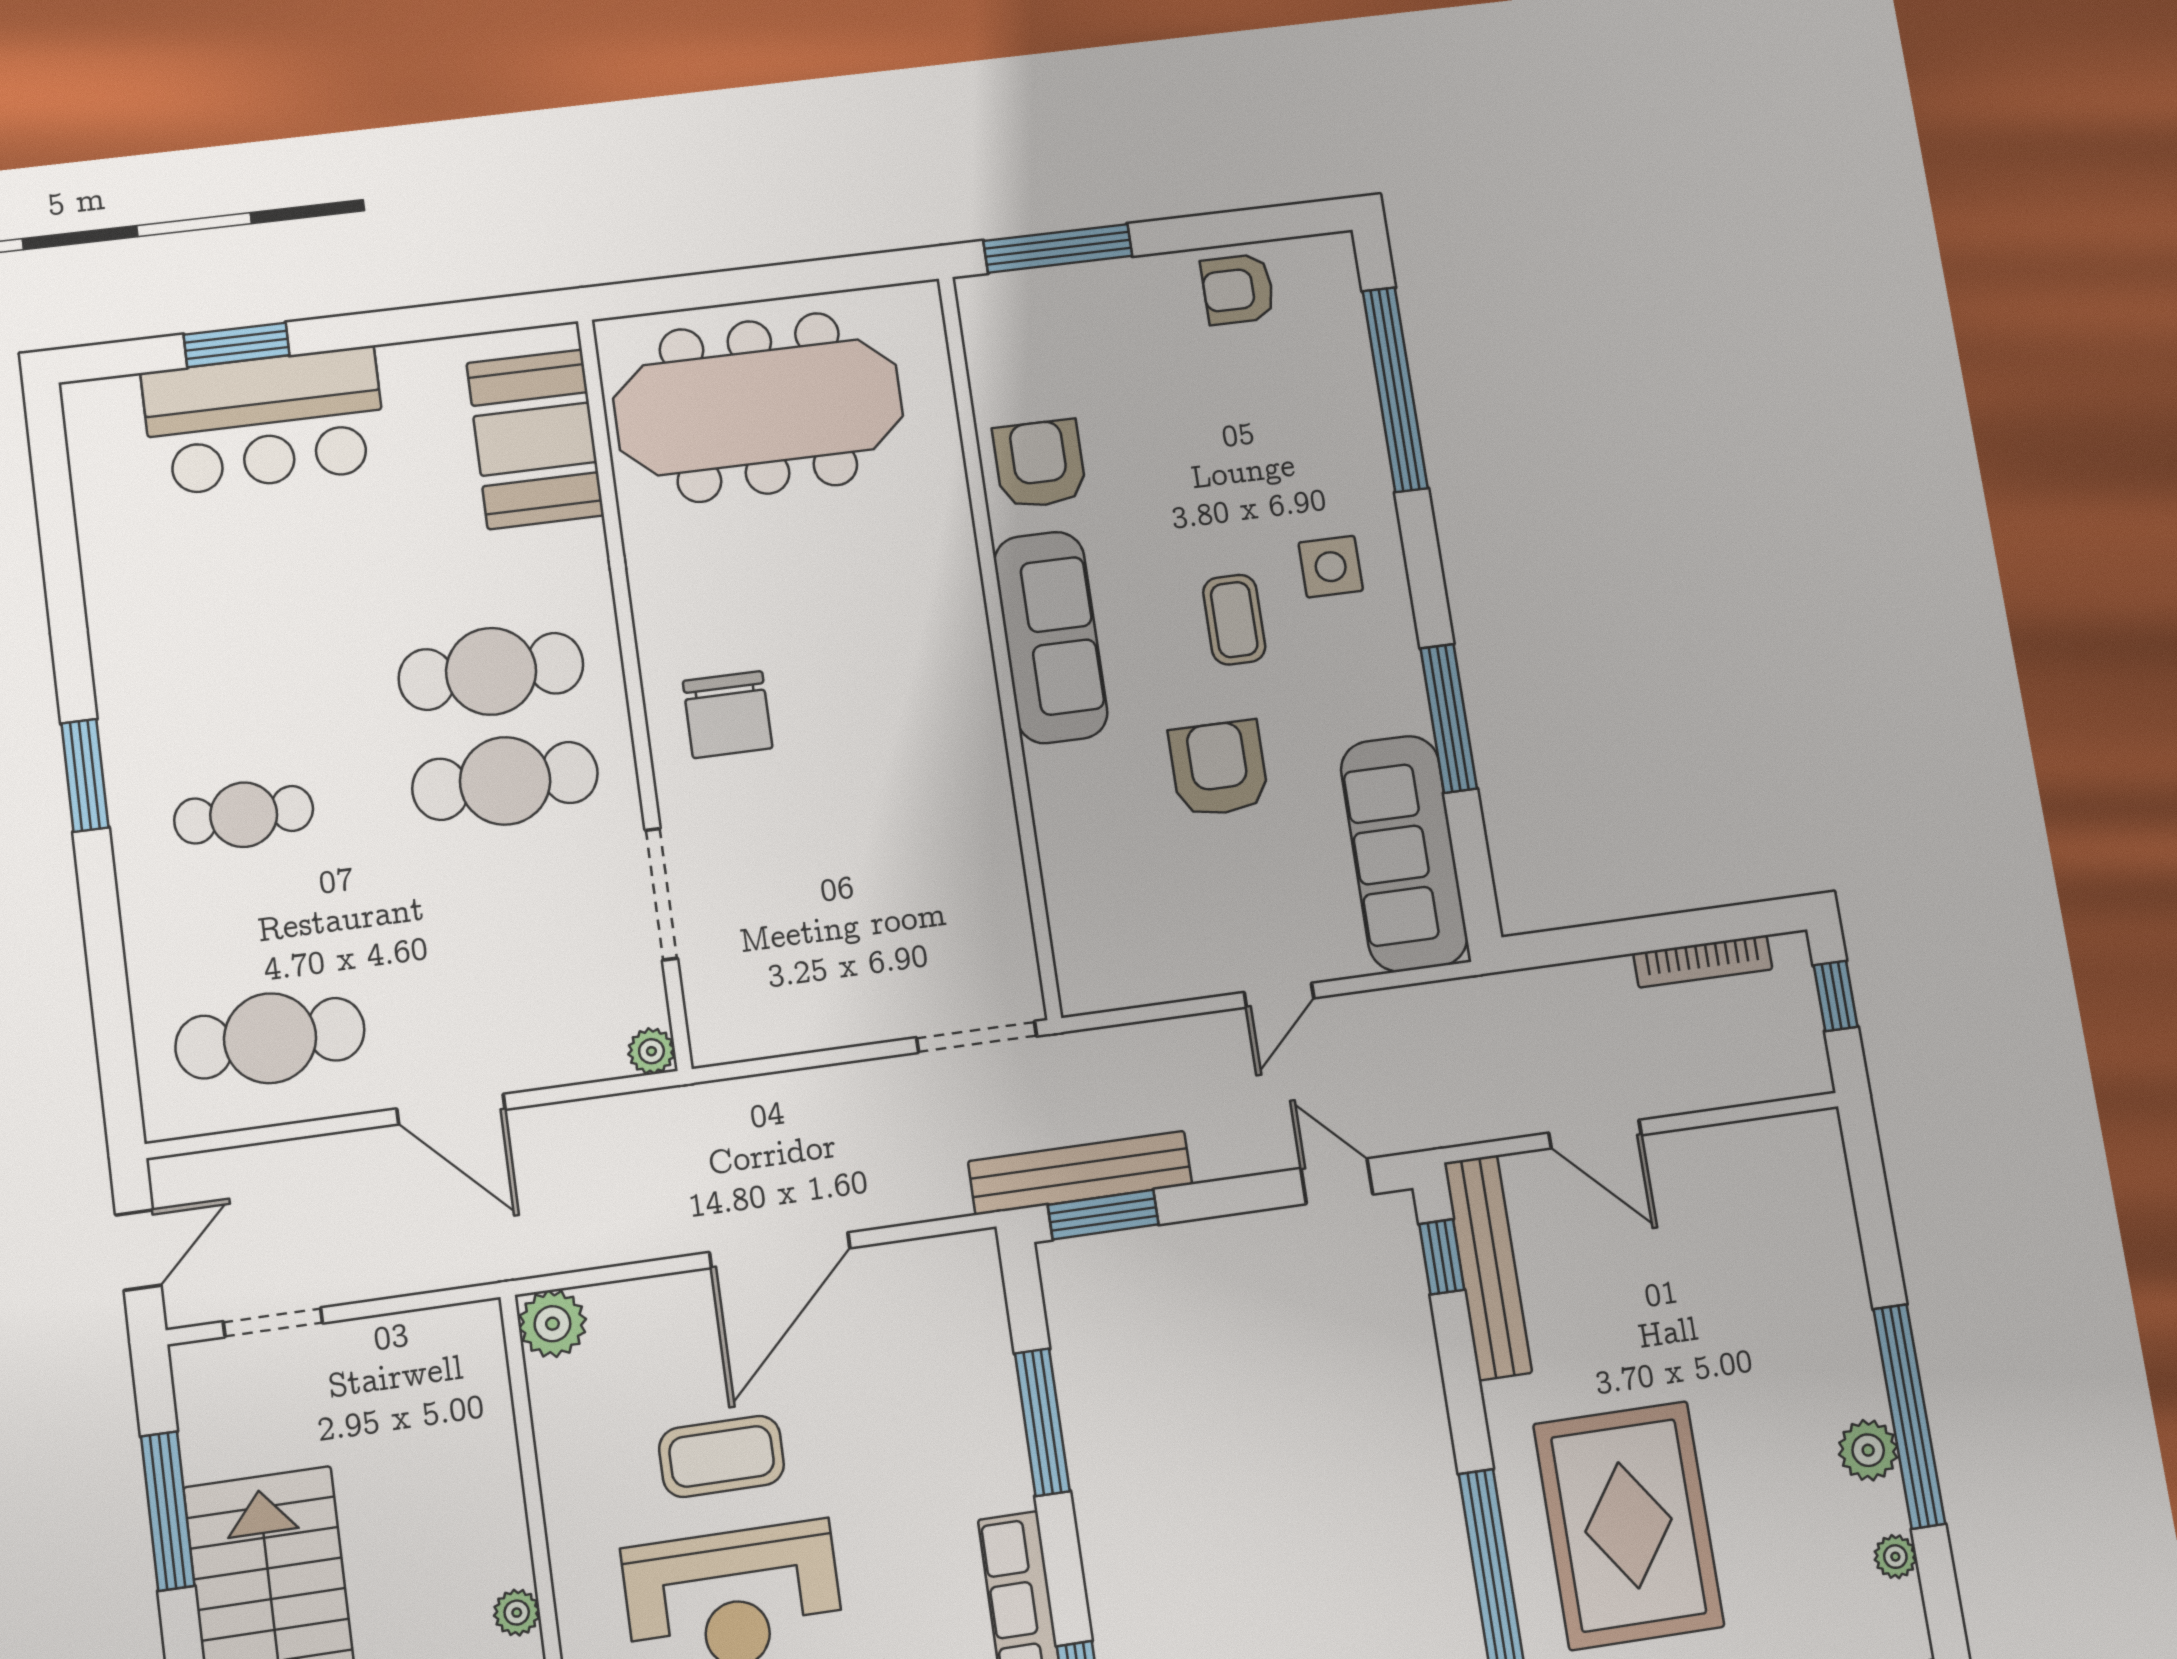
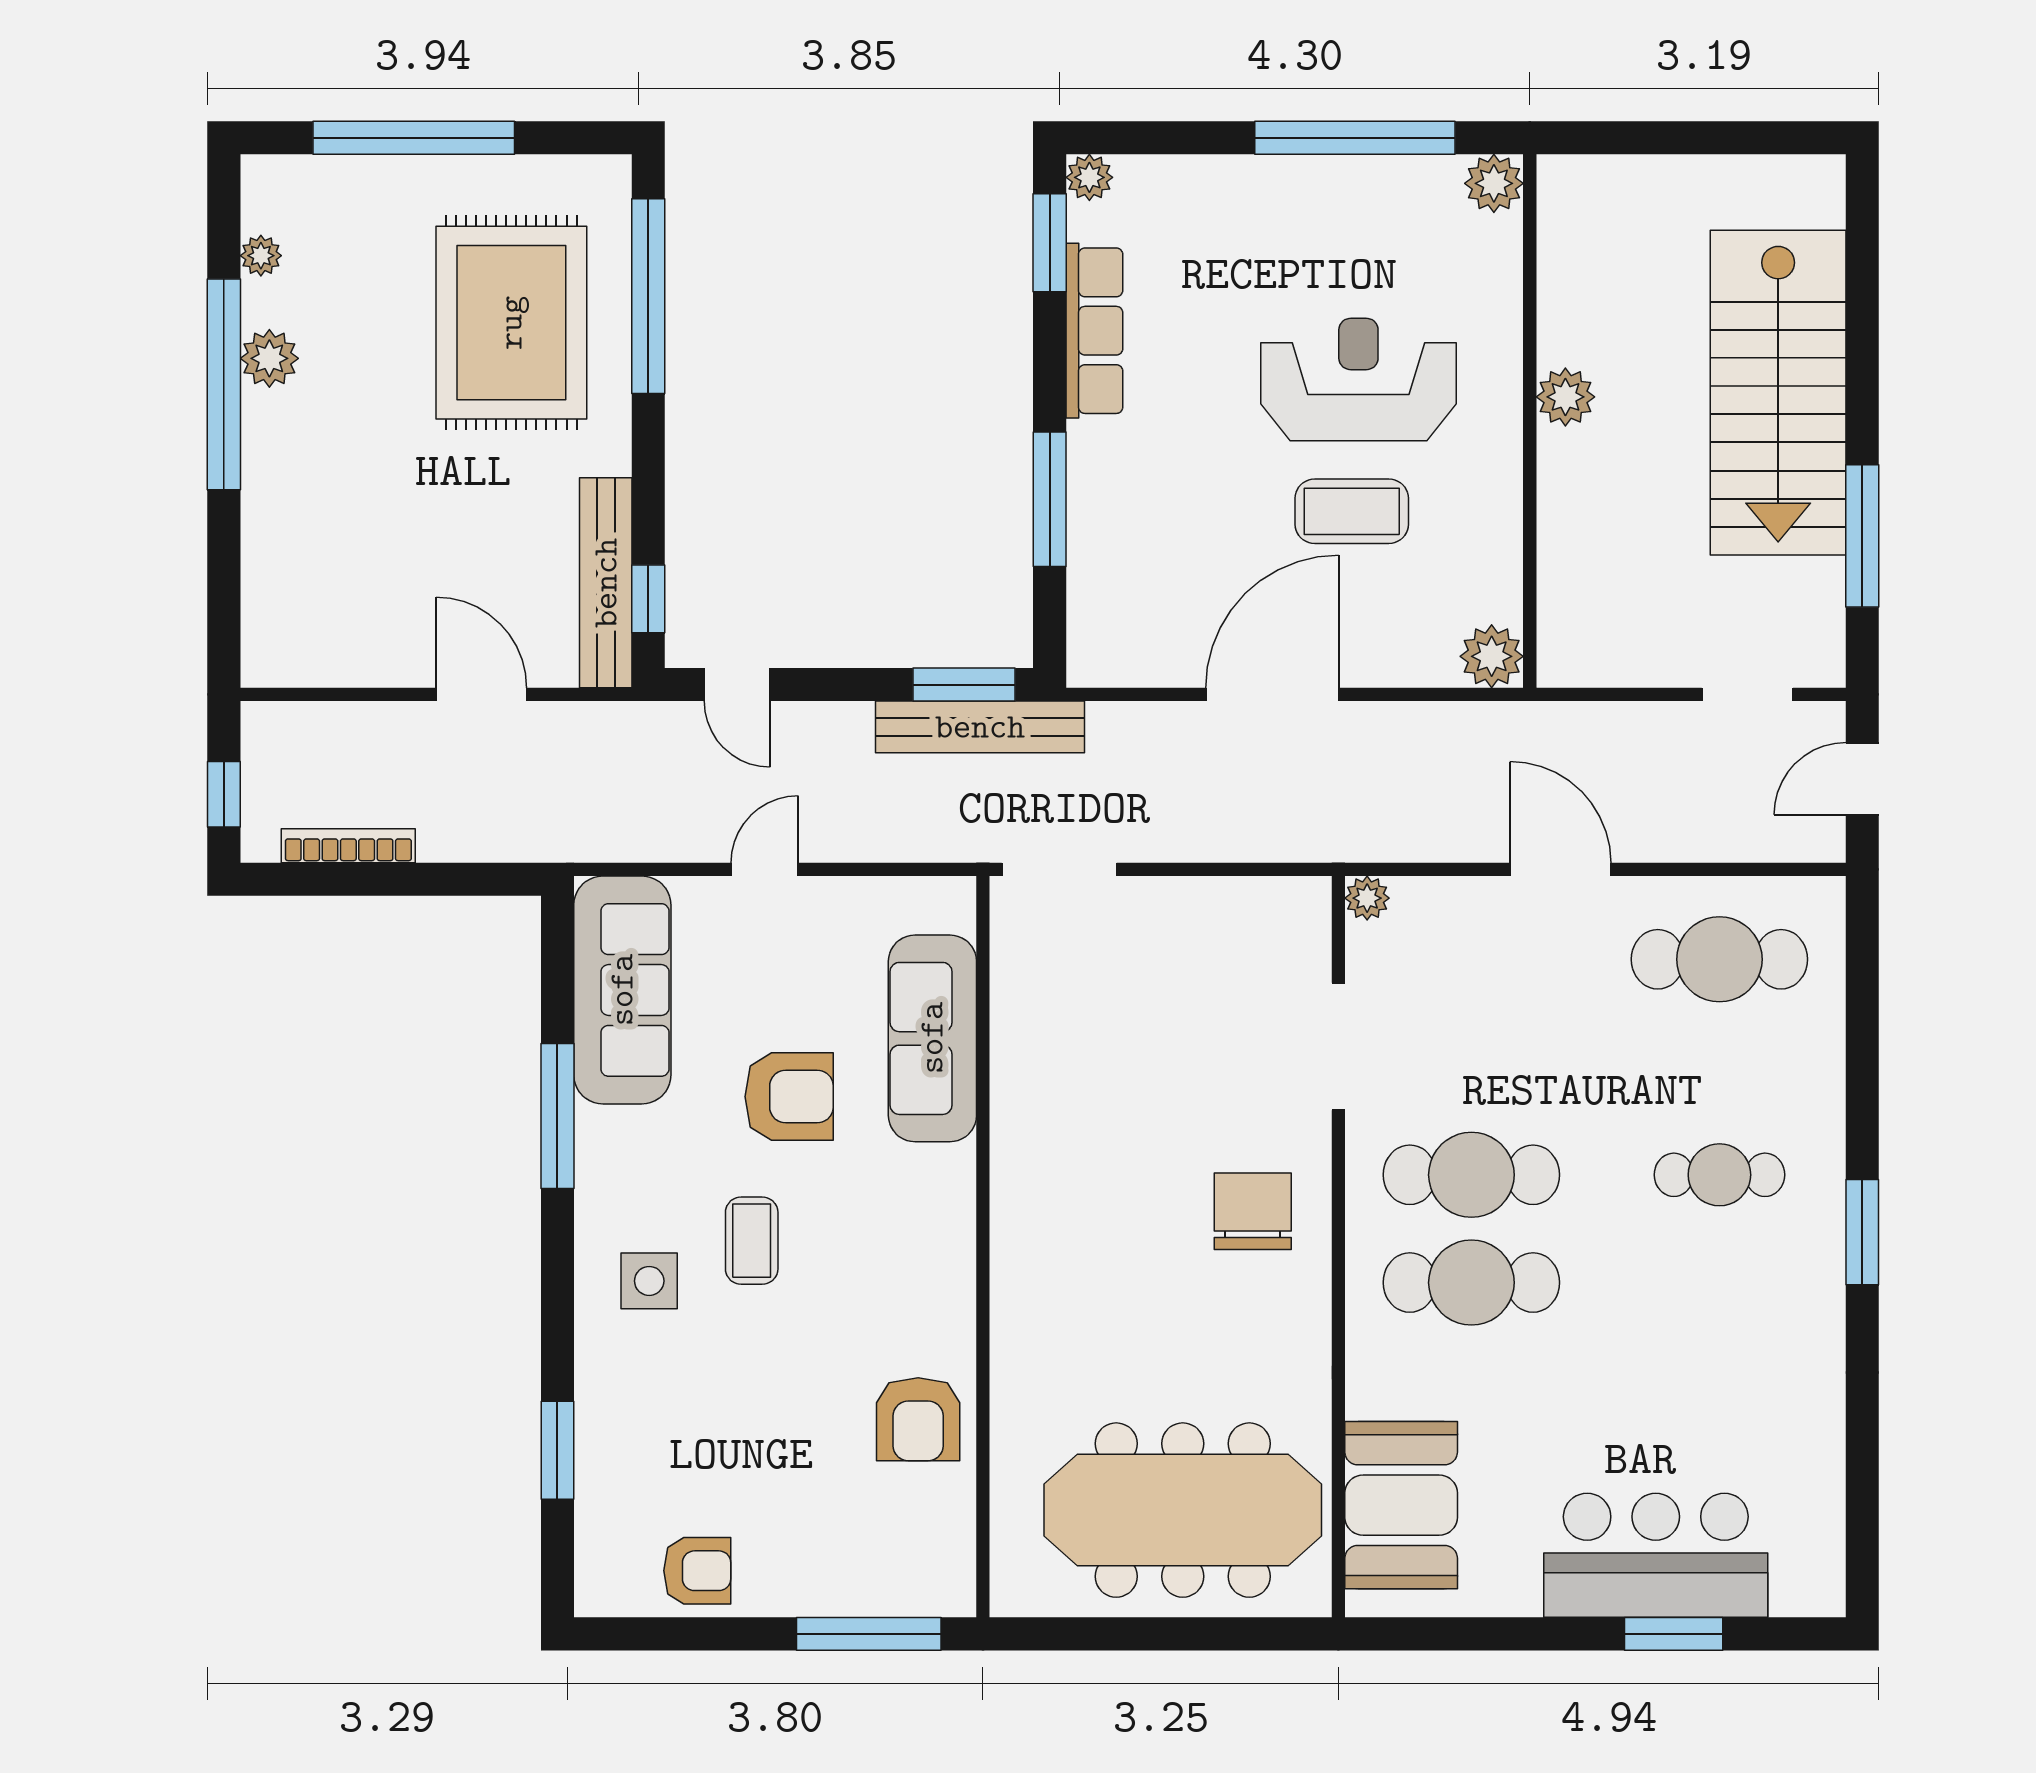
window: (1395, 389) -> (557, 1450), width x0.47
sofa: (1051, 637) -> (932, 1038), moved
armchair: (1219, 768) -> (789, 1097), turned -90
plant: (517, 1613) -> (1565, 397), width x1.38, depth x1.38

